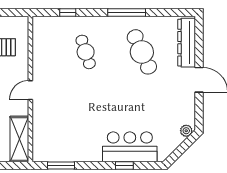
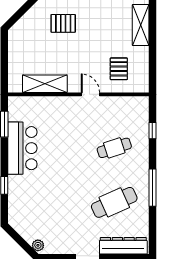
door: (30, 90) -> (90, 94), moved
shelving: (19, 139) -> (45, 84), moved
bar counter: (130, 147) -> (22, 148), moved

